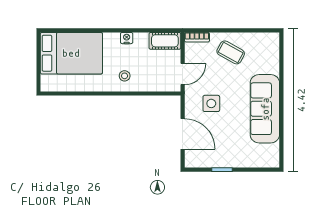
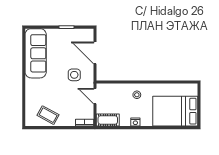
coffee table: (231, 52) -> (48, 115), moved
door: (183, 74) -> (95, 96), hinge flipped
sofa: (265, 109) -> (36, 53), moved

